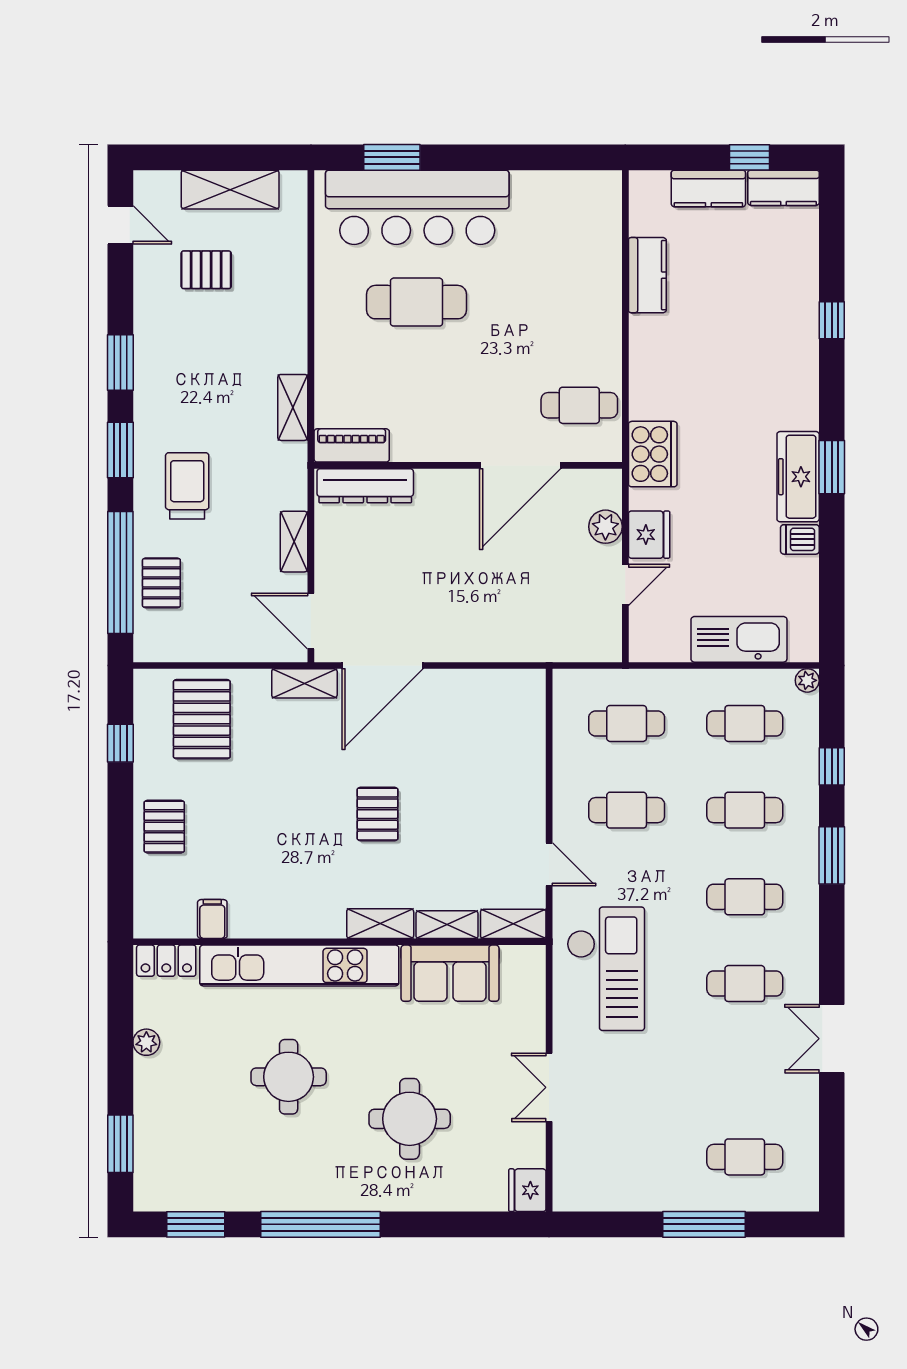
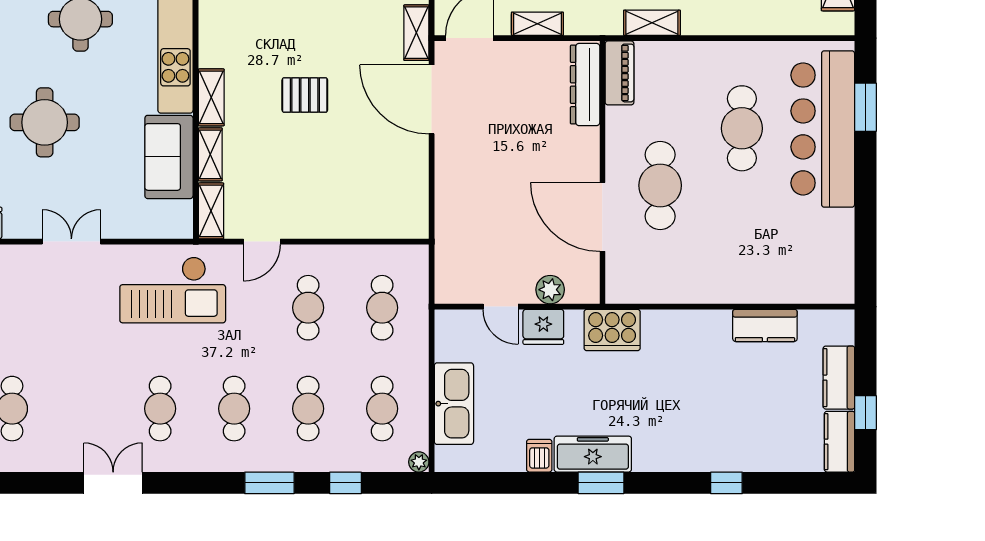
cafe table: (579, 405) -> (660, 185), moved, width x1.37, depth x1.35

